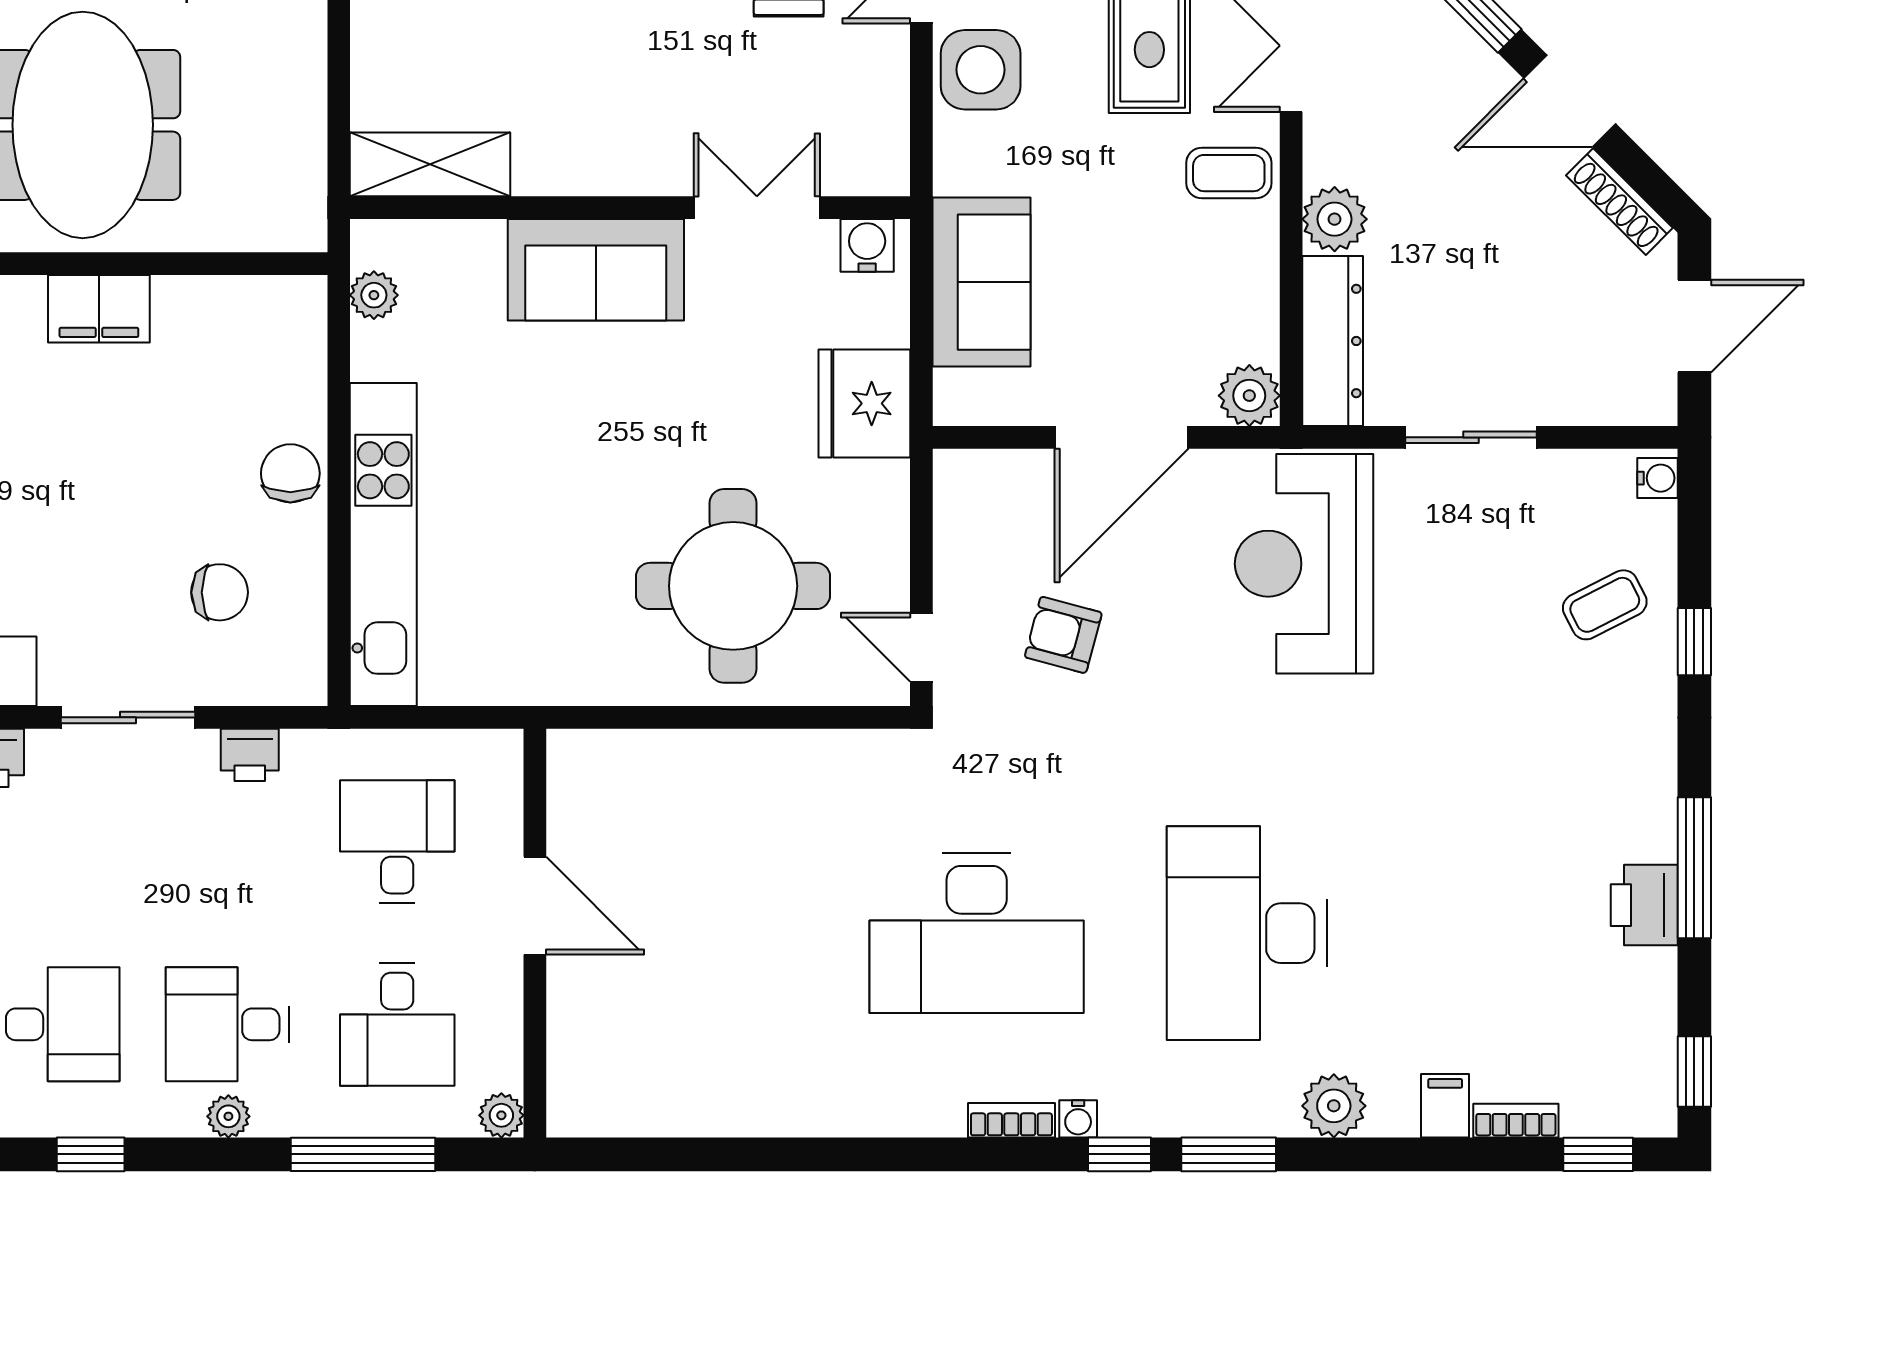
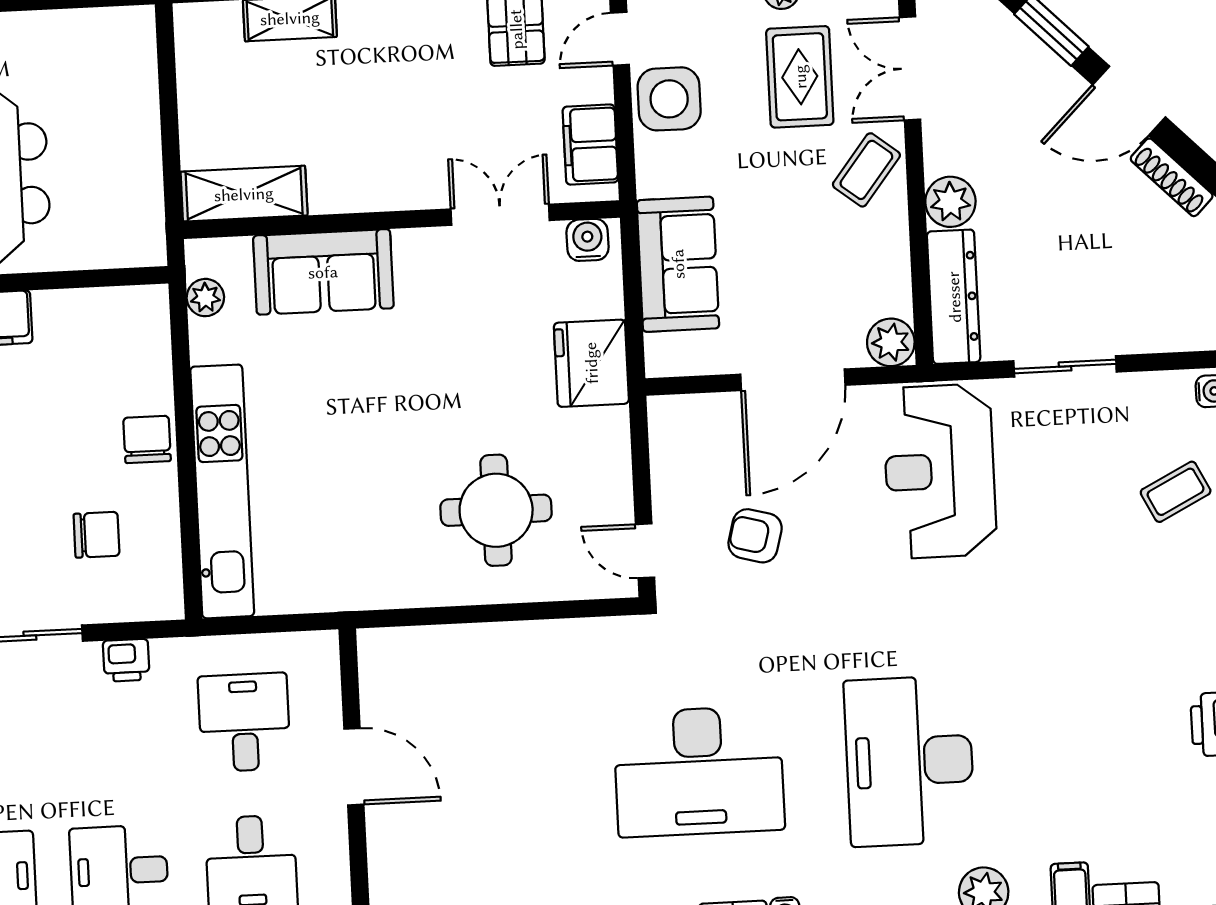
filing cabinet: (877, 123) -> (590, 145), added
coffee table: (1229, 173) -> (866, 170), turned -52
sofa: (596, 270) -> (323, 272), moved
round table: (733, 586) -> (496, 510), width x0.73, depth x0.73

